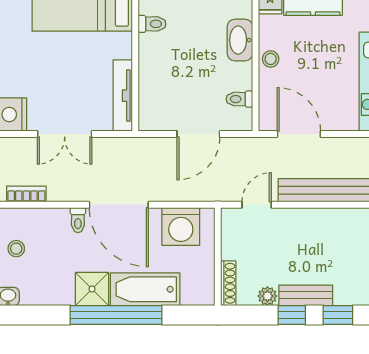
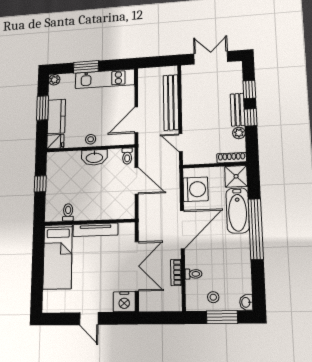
washbasin: (240, 40) -> (94, 157), moved
tv unit: (123, 96) -> (95, 230), moved
toilet: (239, 99) -> (127, 156), moved
double door: (65, 134) -> (137, 266), width x1.37
bookcase: (26, 194) -> (176, 272), moved
toilet: (78, 220) -> (193, 274), moved
shower: (92, 289) -> (236, 176), moved

